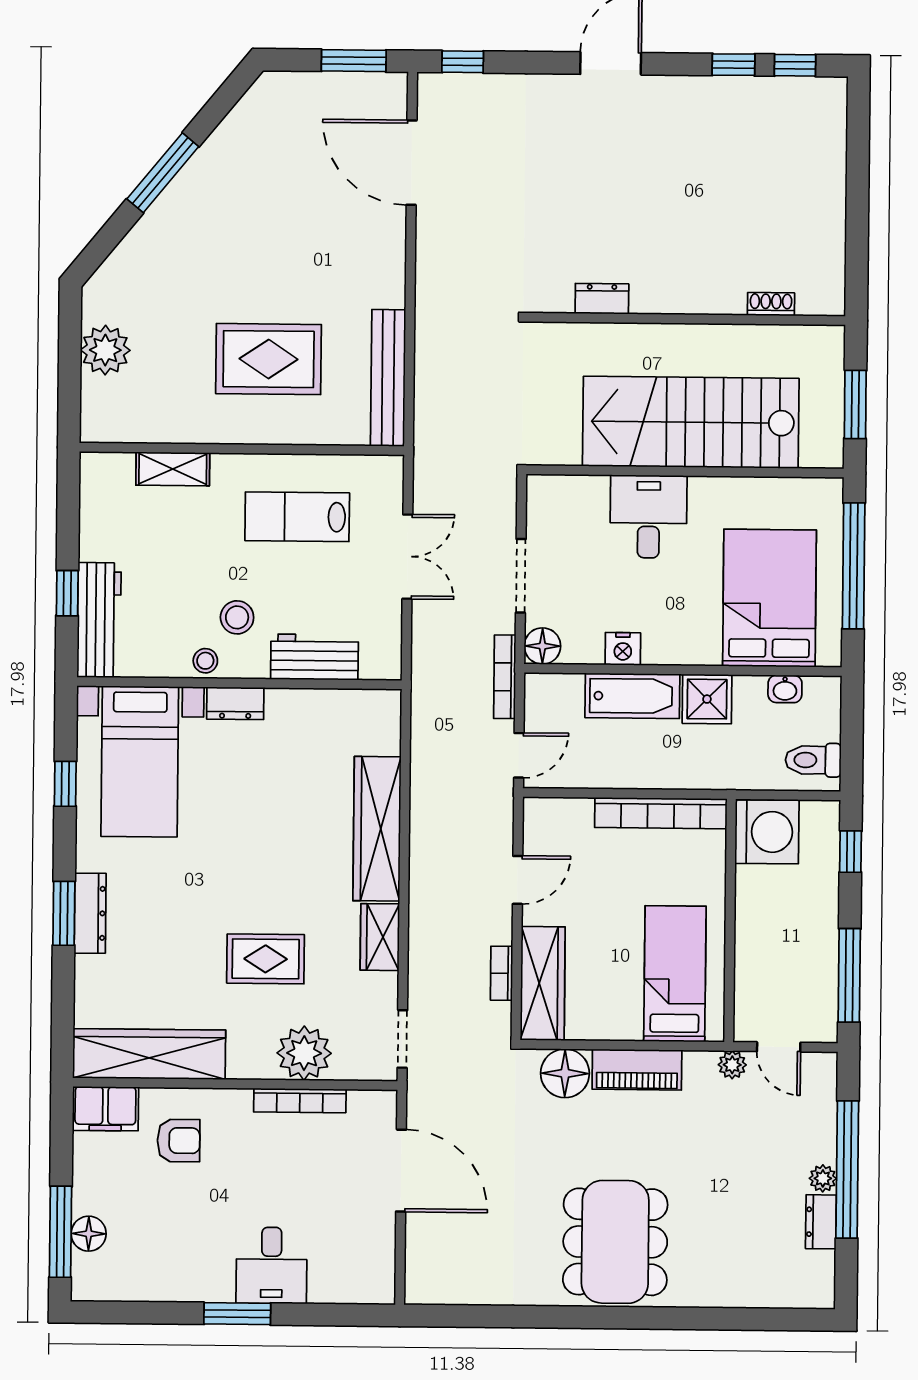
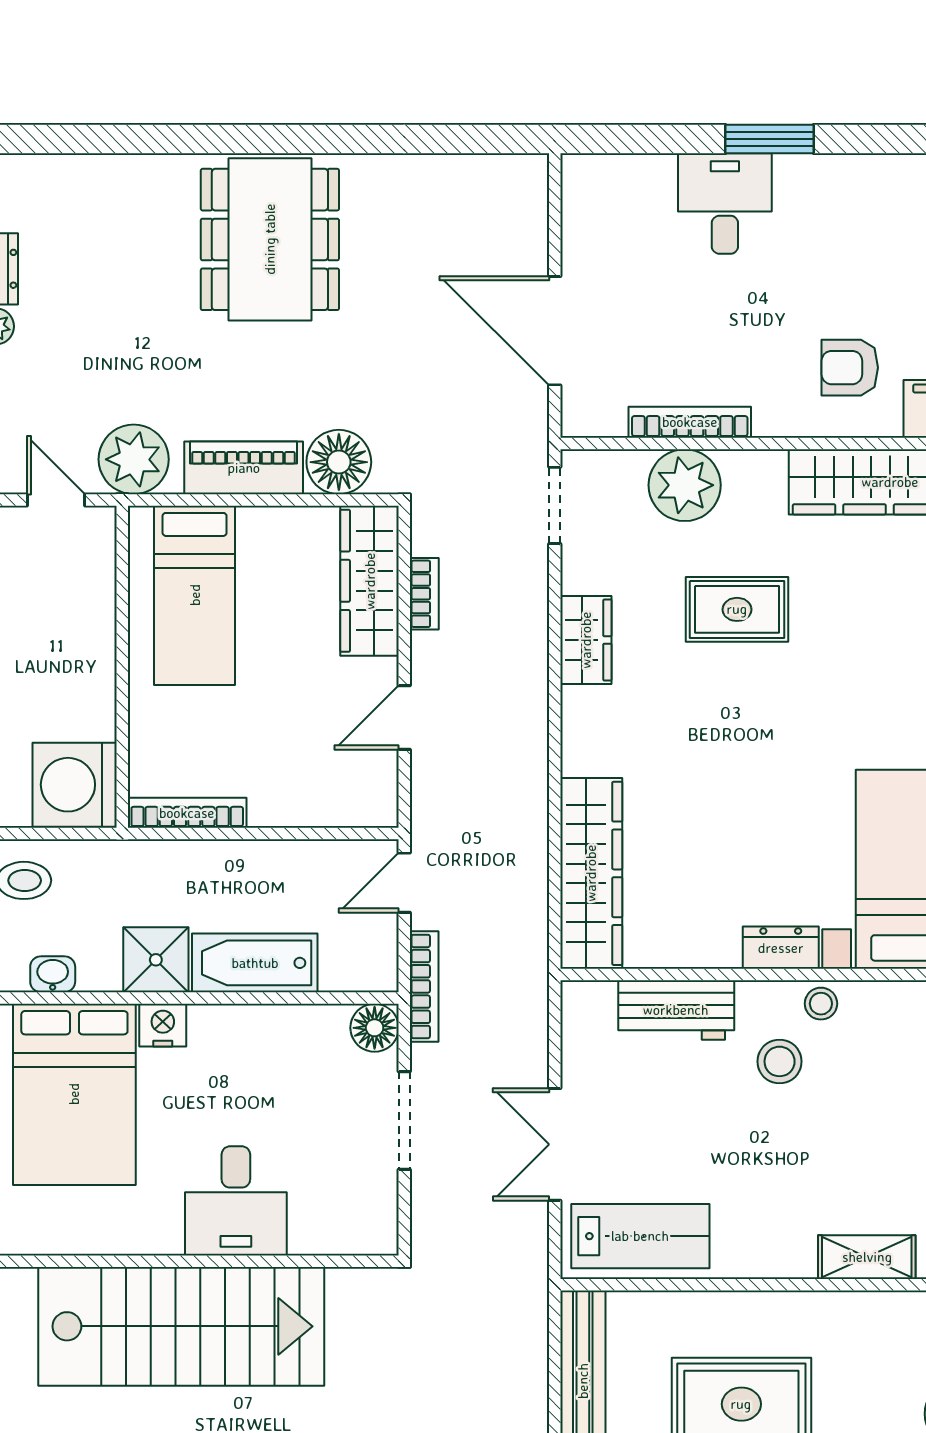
lab bench: (297, 517) -> (640, 1236), moved
nightstand: (623, 649) -> (163, 1025), moved
bookcase: (661, 813) -> (187, 813), width x0.68, depth x0.76
wardrobe: (377, 829) -> (591, 873), moved
plant: (732, 1065) -> (134, 459), width x1.88, depth x1.88

